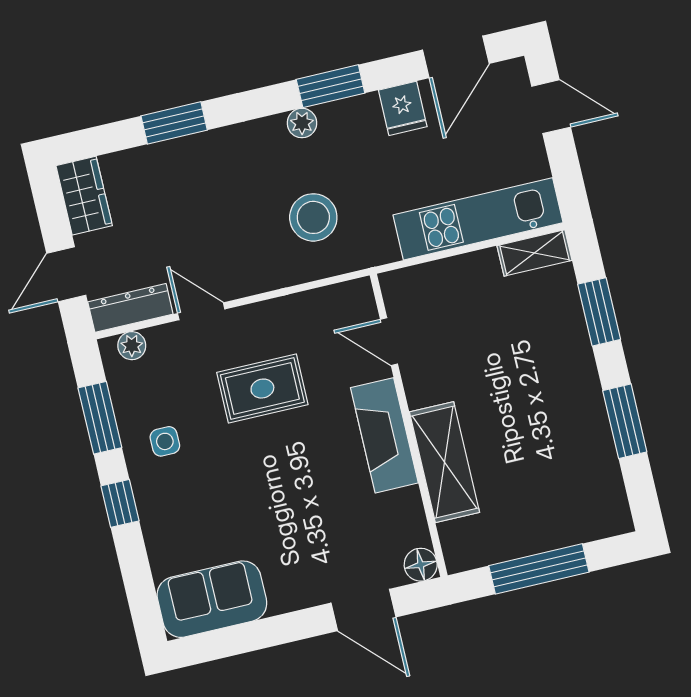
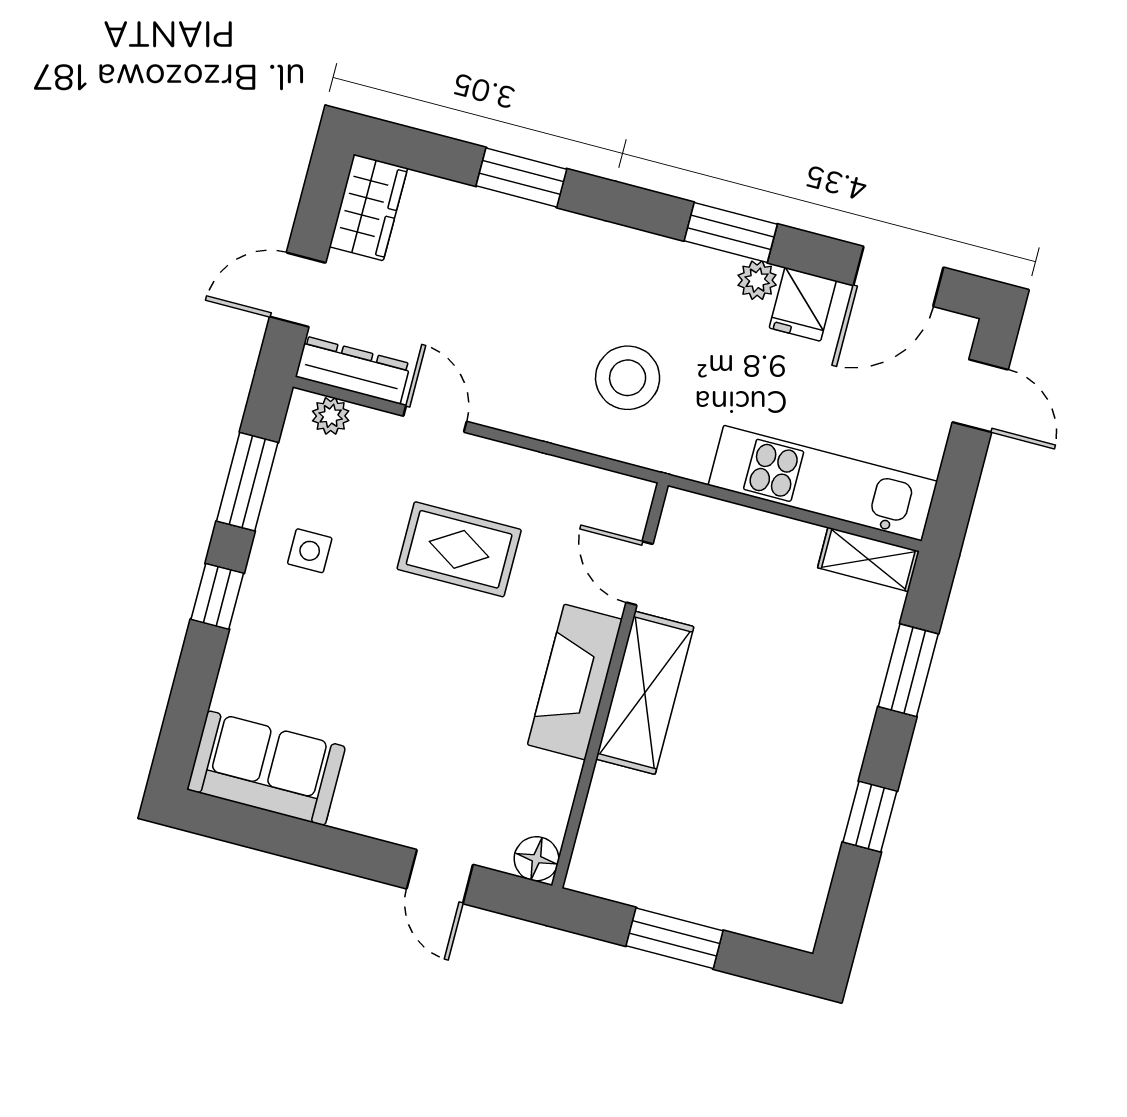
plant: (302, 123) -> (757, 280), moved
window: (625, 421) -> (870, 817), width x0.67
shelving: (444, 462) -> (645, 693), moved
window: (539, 569) -> (675, 938), width x0.69
door: (363, 610) -> (440, 877), width x0.73

